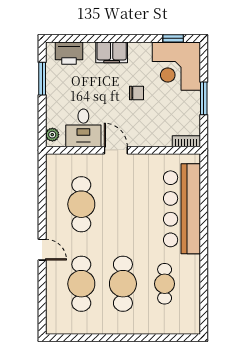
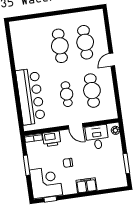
printer: (69, 53) -> (52, 139), moved, turned 180
door: (42, 250) -> (112, 60), hinge flipped
cafe table: (165, 284) -> (67, 94), moved

